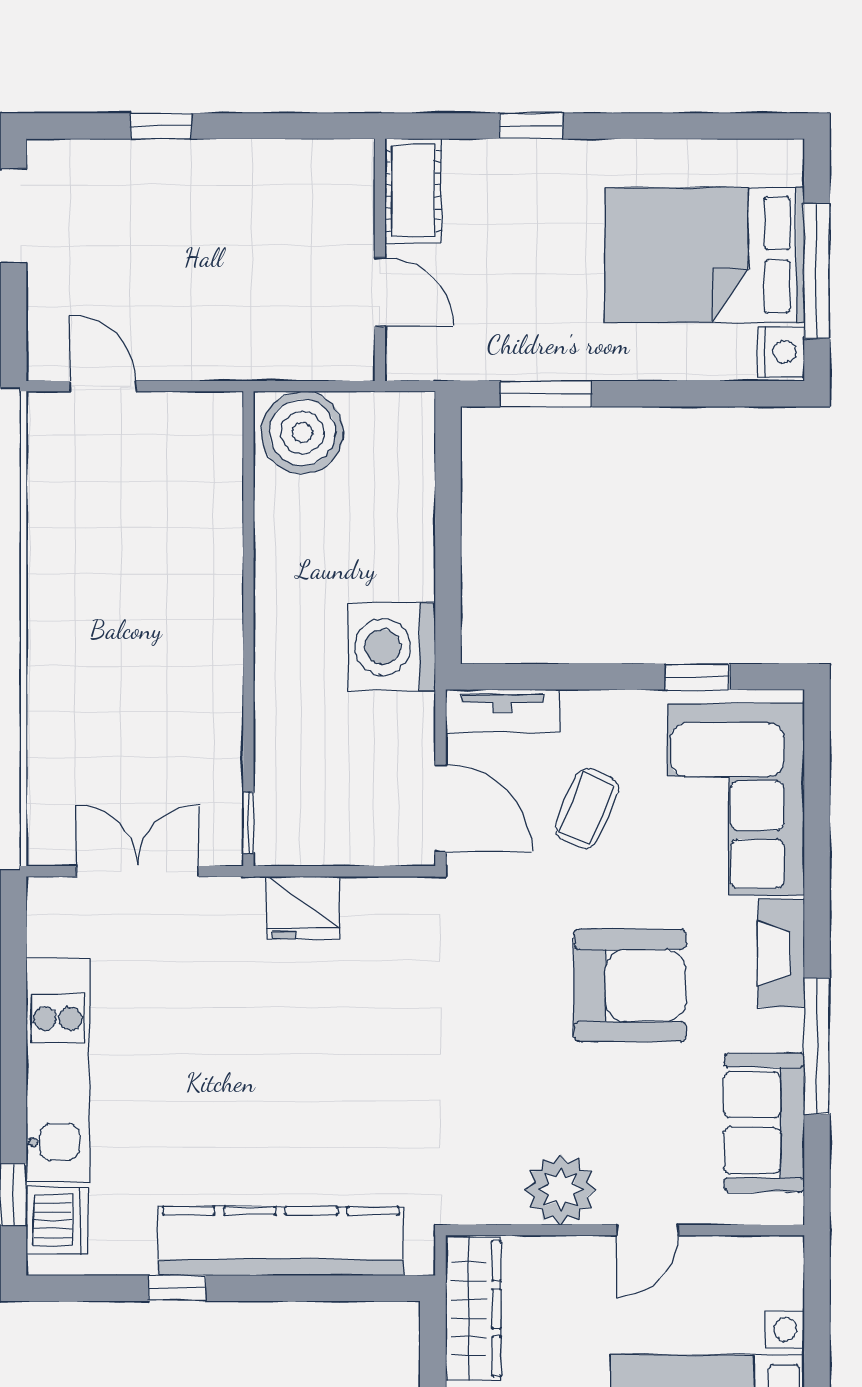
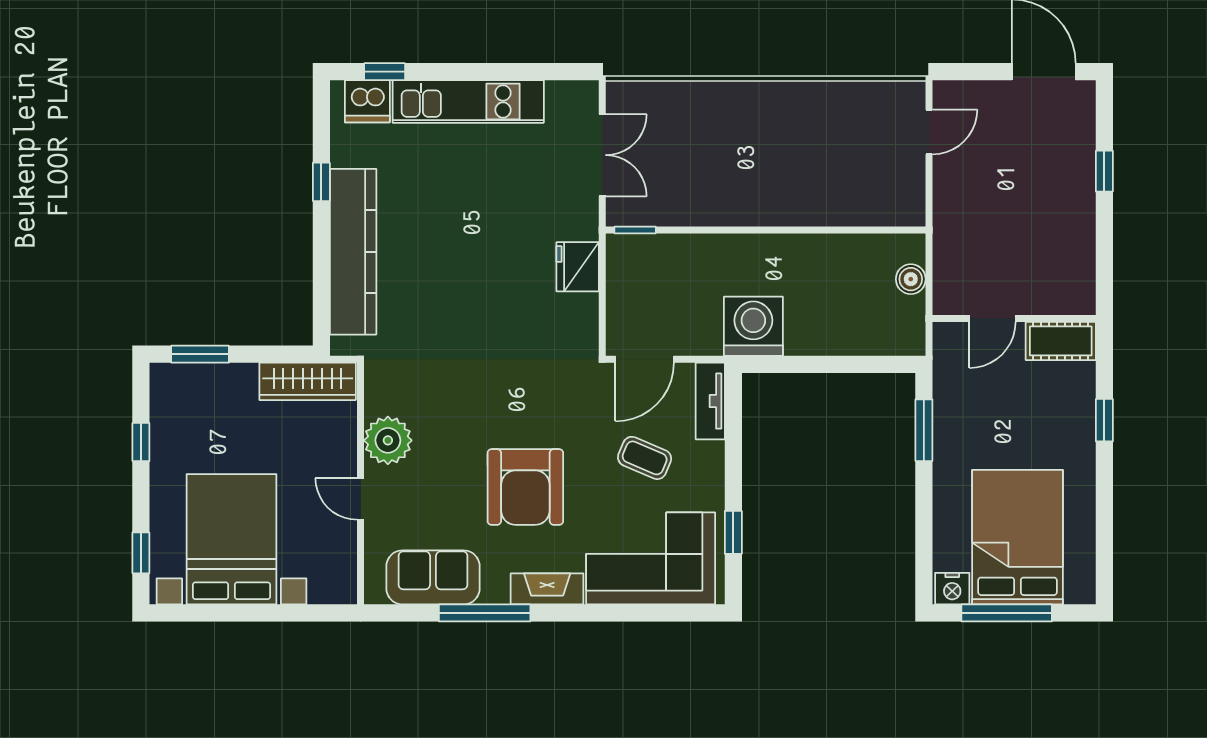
boiler: (302, 432) -> (911, 279), width x0.54, depth x0.54

